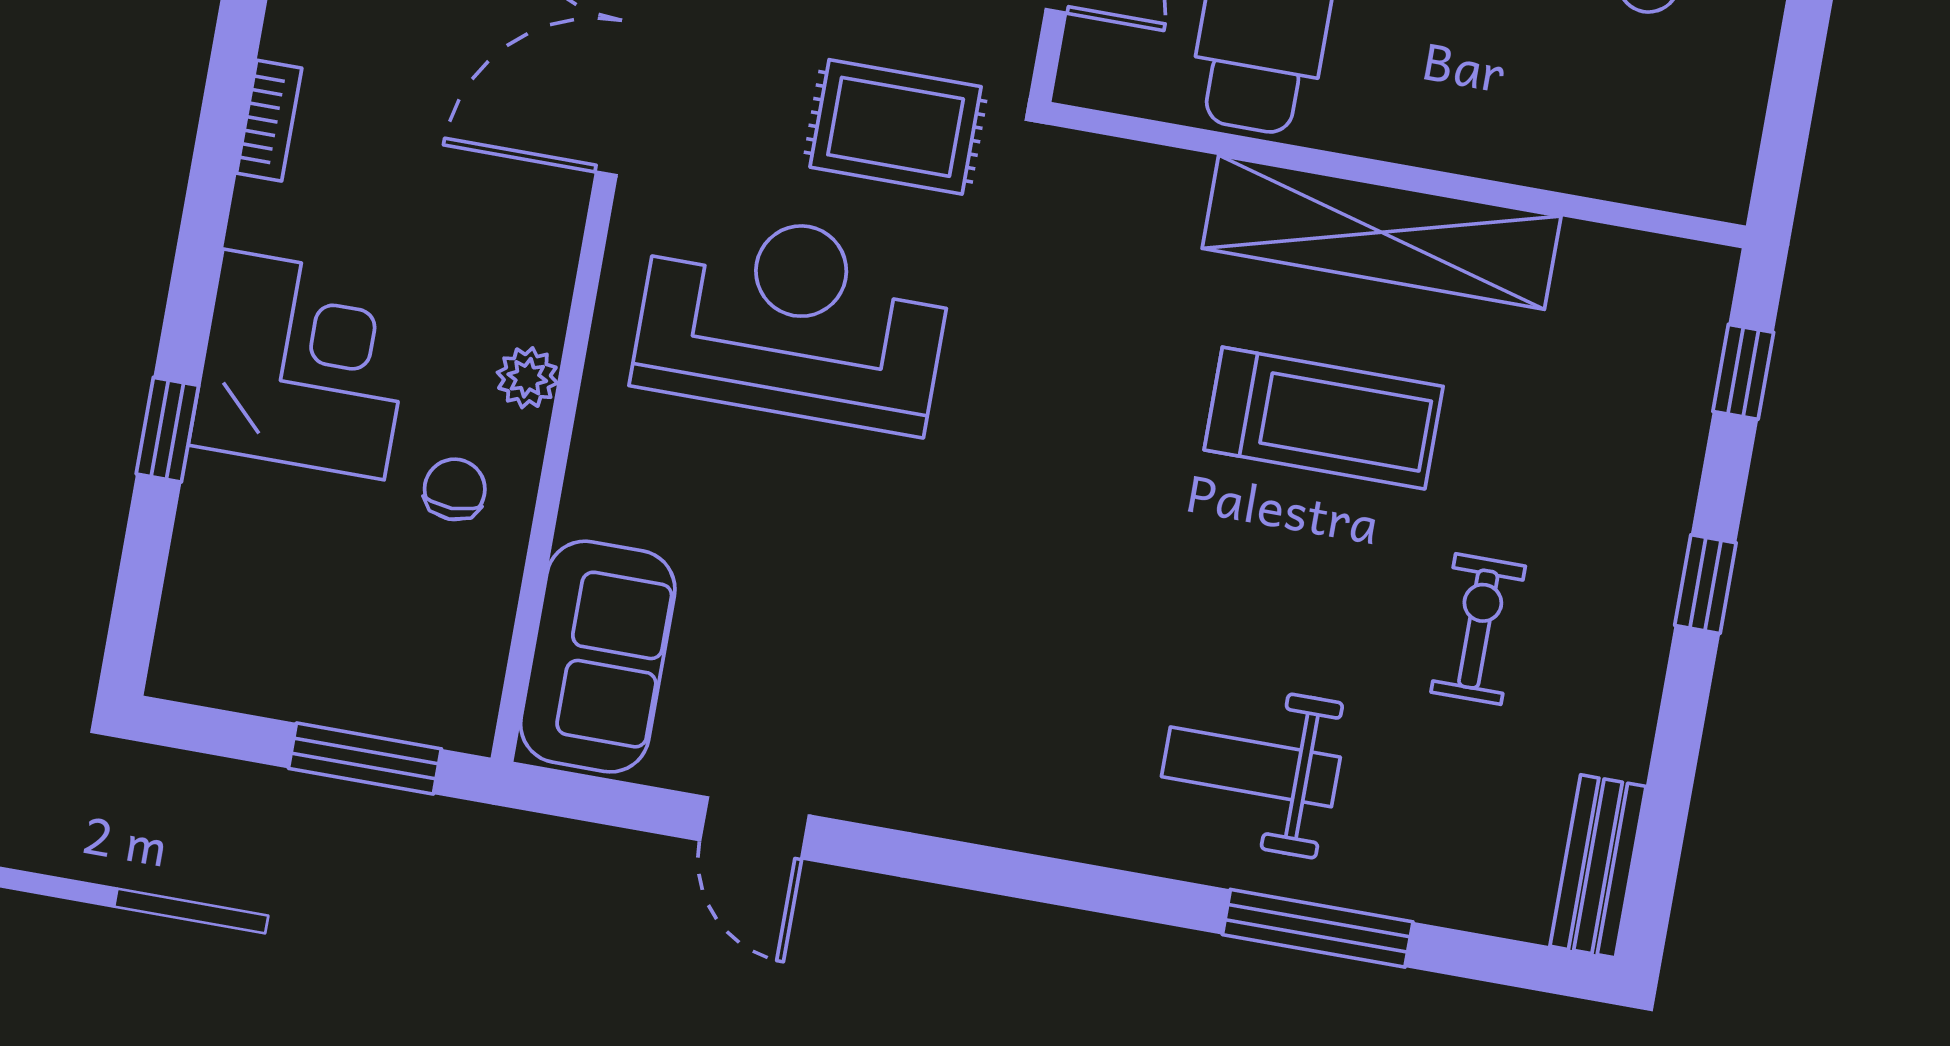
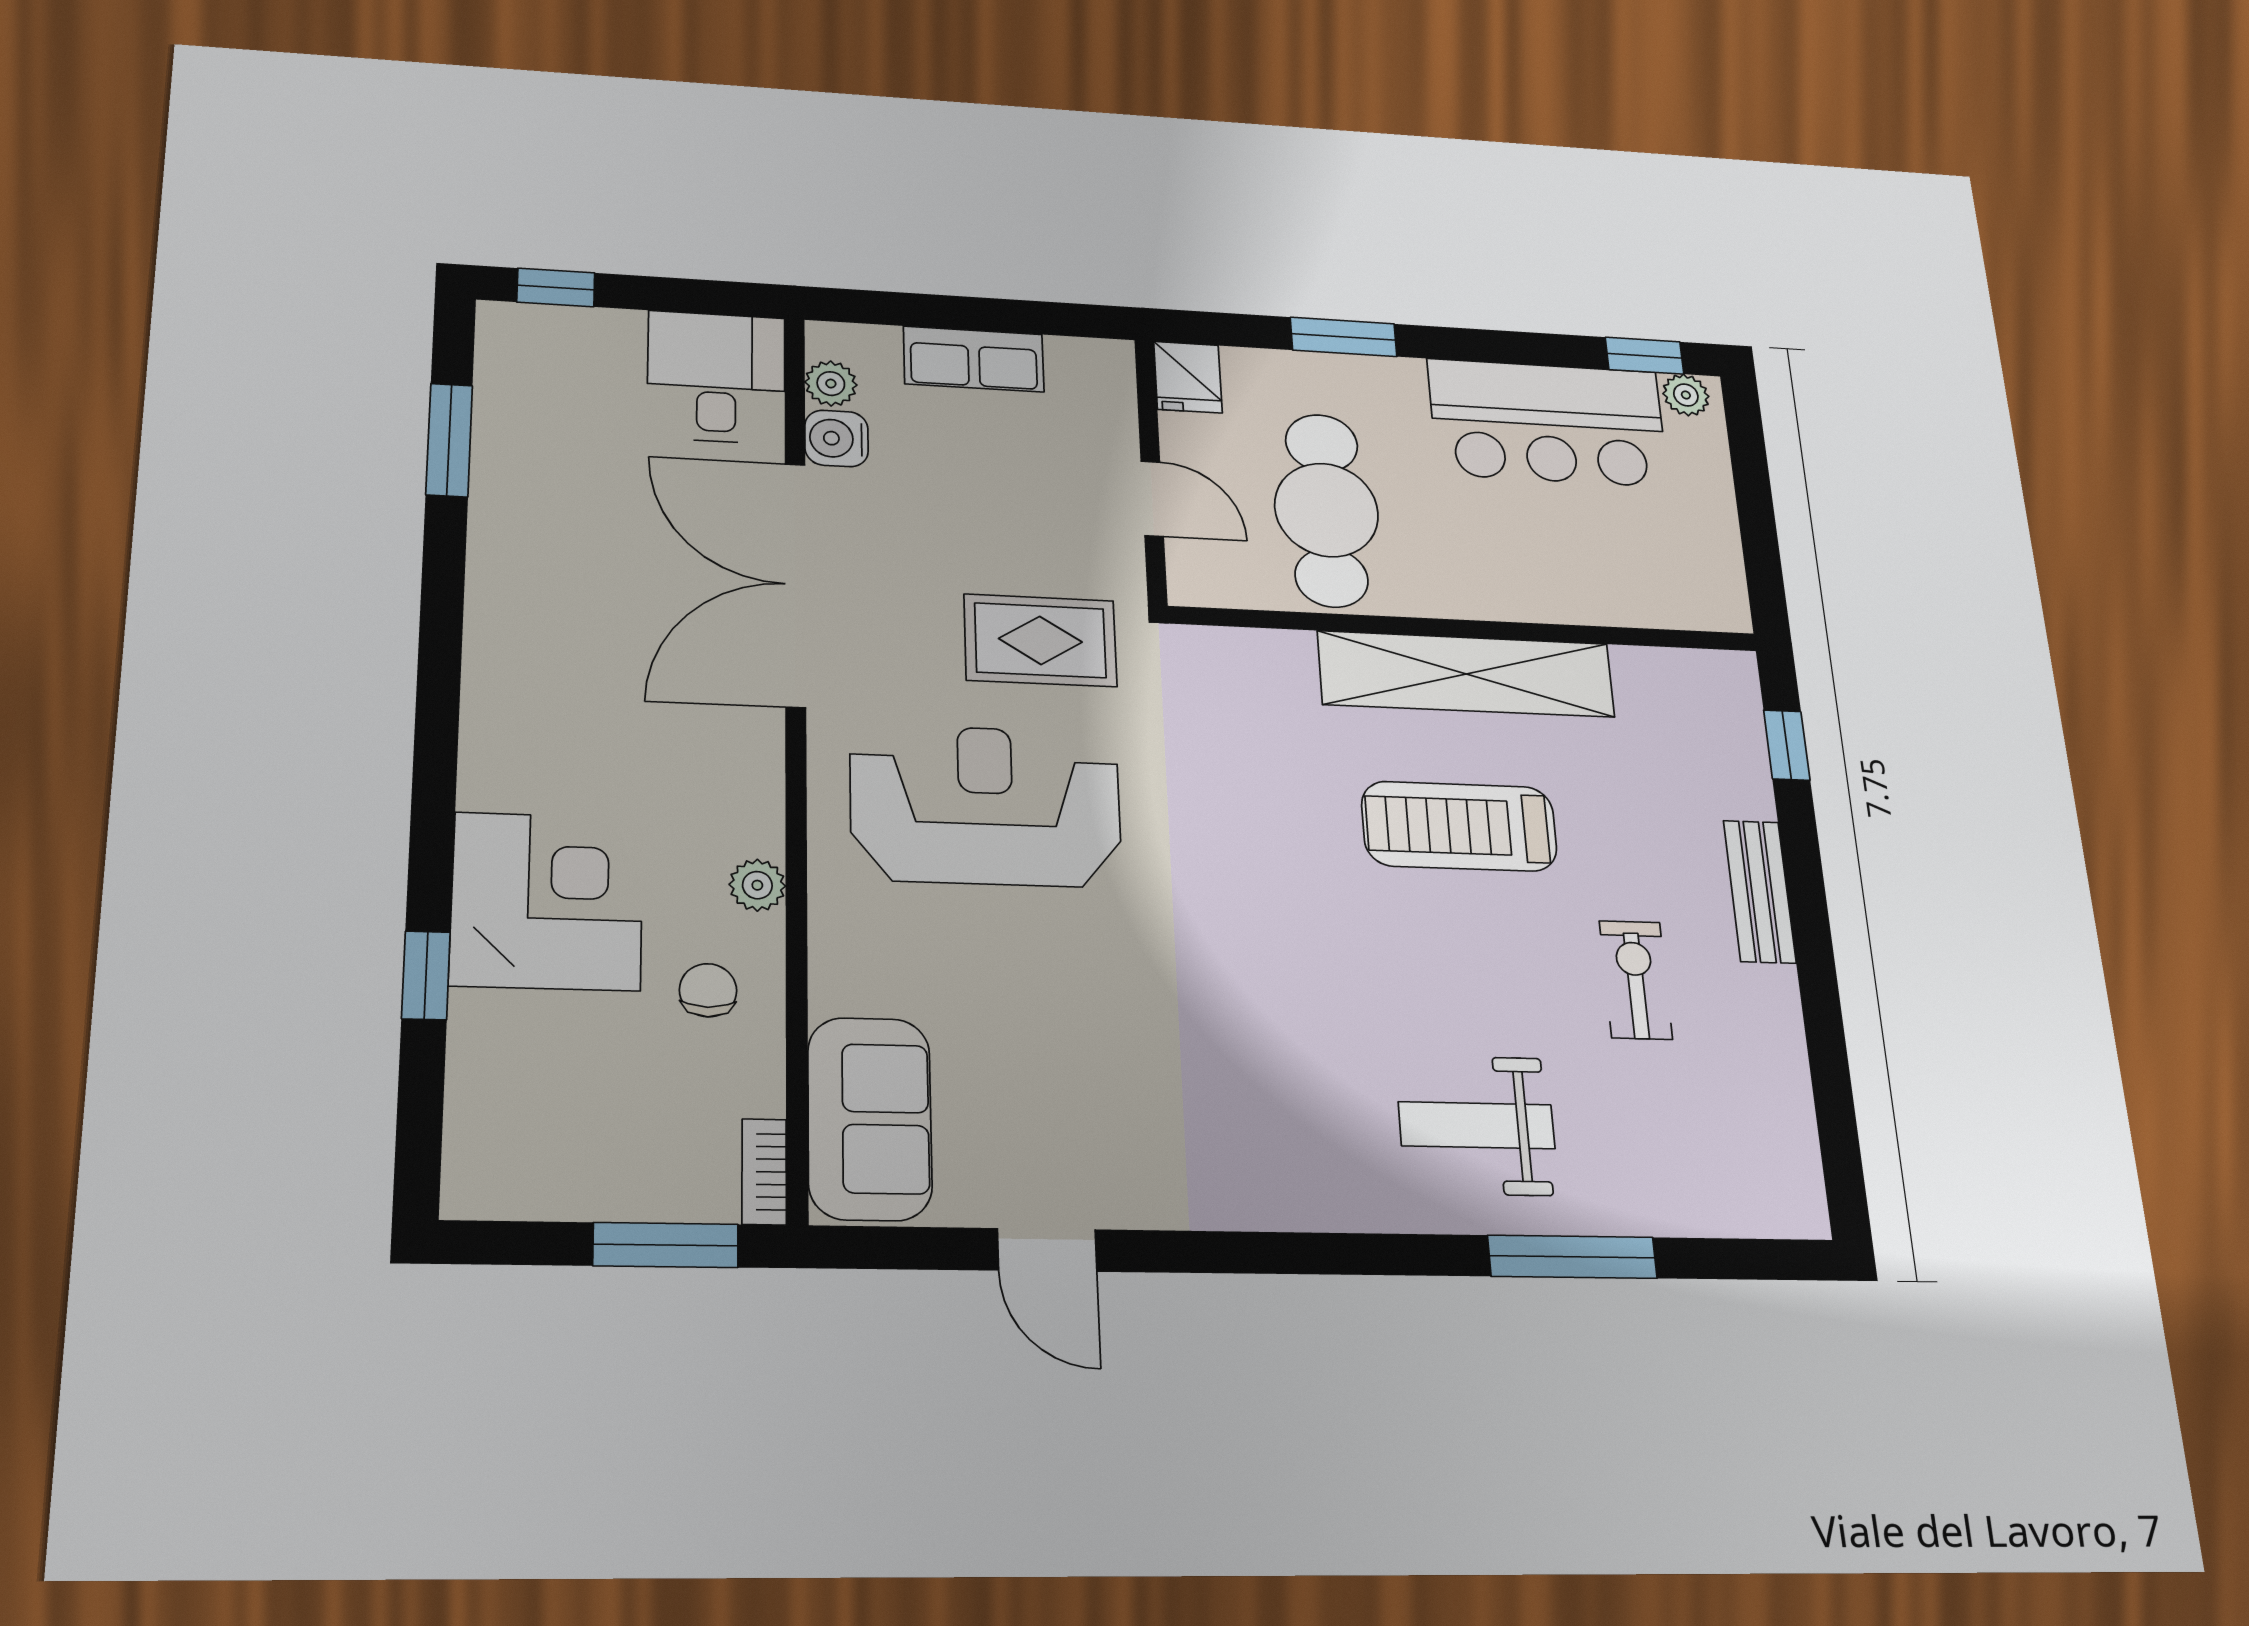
bookcase: (269, 121) -> (764, 1172), moved, turned 180
treadmill: (1324, 418) -> (1459, 826), turned 180
window: (1705, 584) -> (1809, 916), removed
bench: (1598, 866) -> (1760, 891), moved

